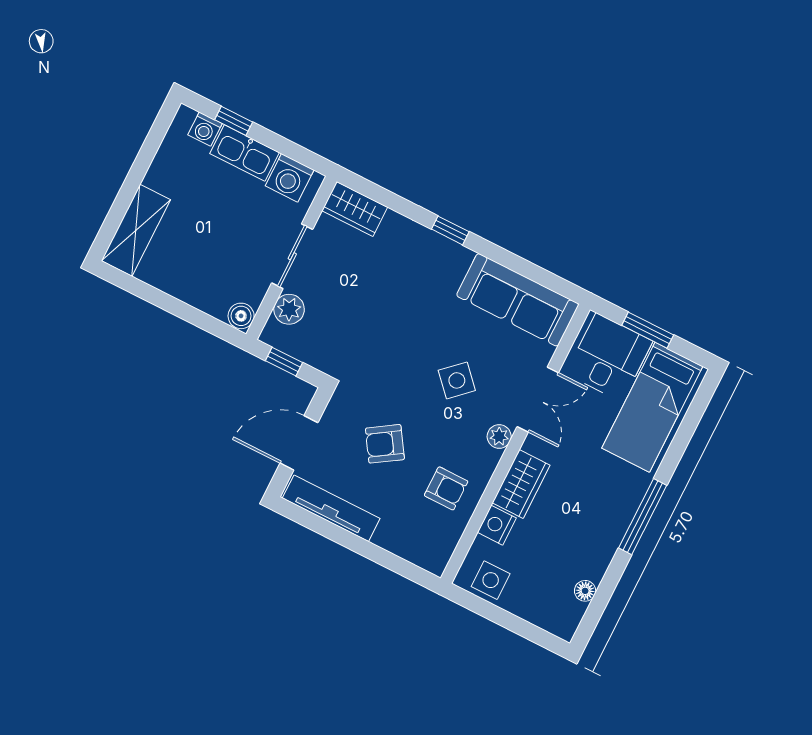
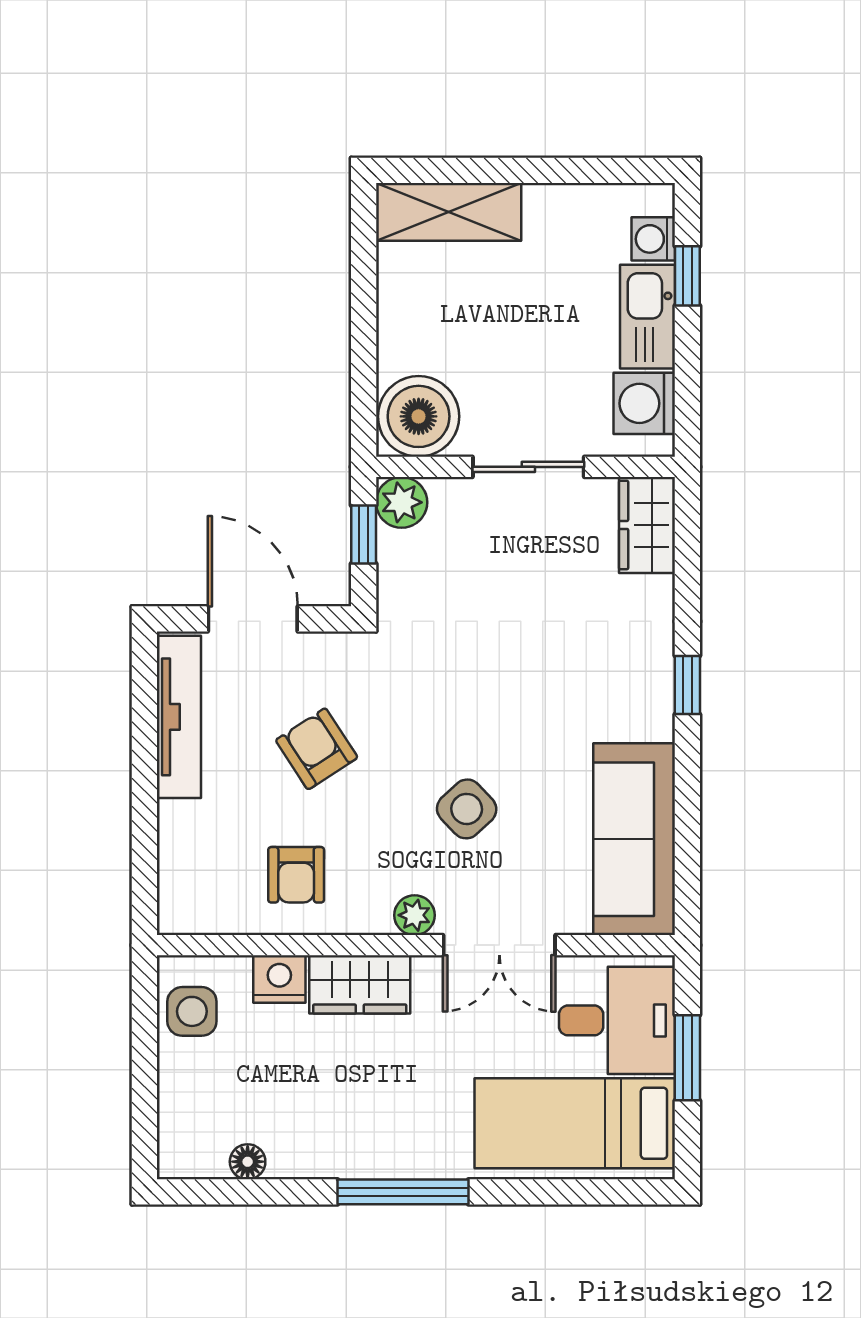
plant: (289, 309) -> (402, 502), moved
boiler: (241, 316) -> (419, 416), width x1.86, depth x1.86

